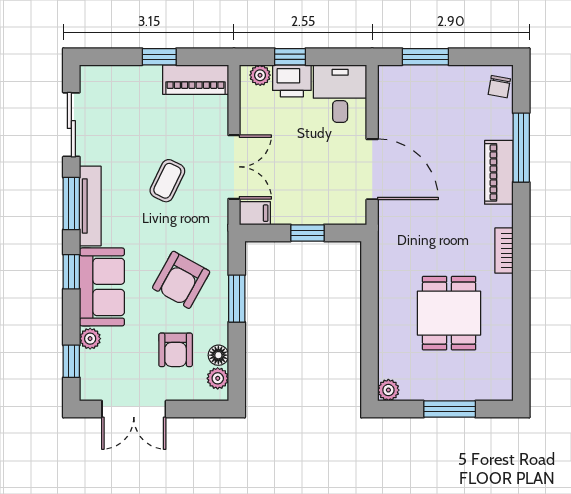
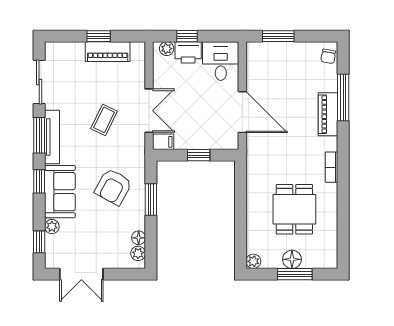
piano: (196, 80) -> (108, 52), moved
armchair: (176, 350) -> (110, 234), removed
floor lamp: (446, 387) -> (292, 259), added

